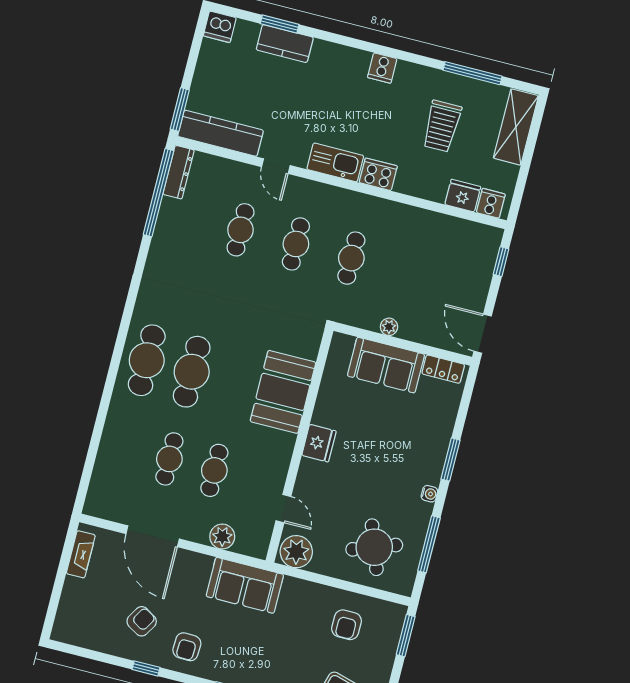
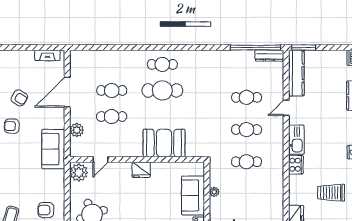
cafe table: (147, 360) -> (162, 64), width x0.73, depth x0.74

